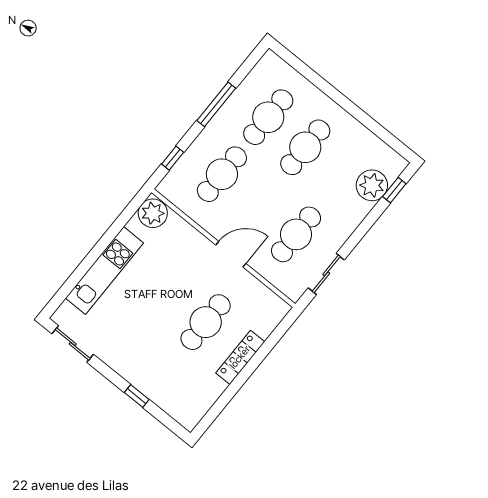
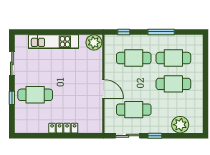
window: (394, 190) -> (155, 136), moved
cafe table: (206, 322) -> (35, 95), moved
sliding door: (73, 344) -> (12, 63), moved

